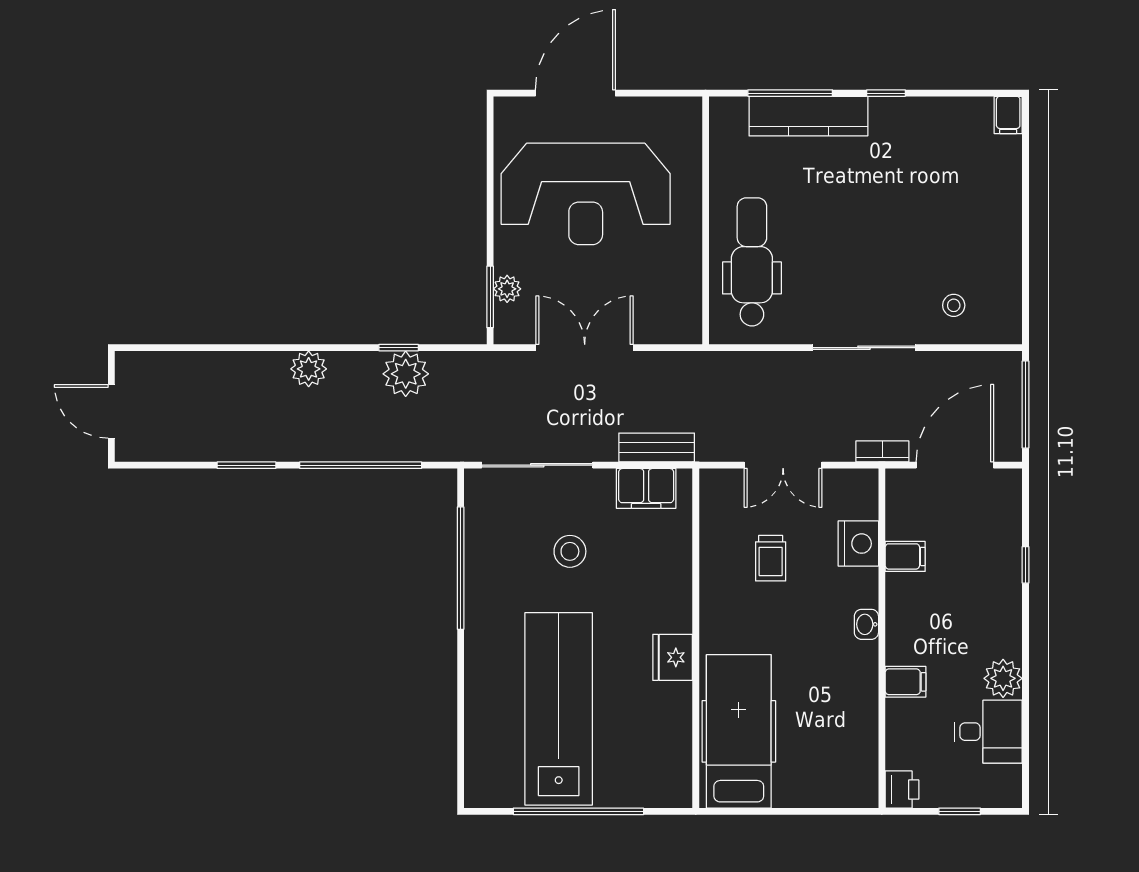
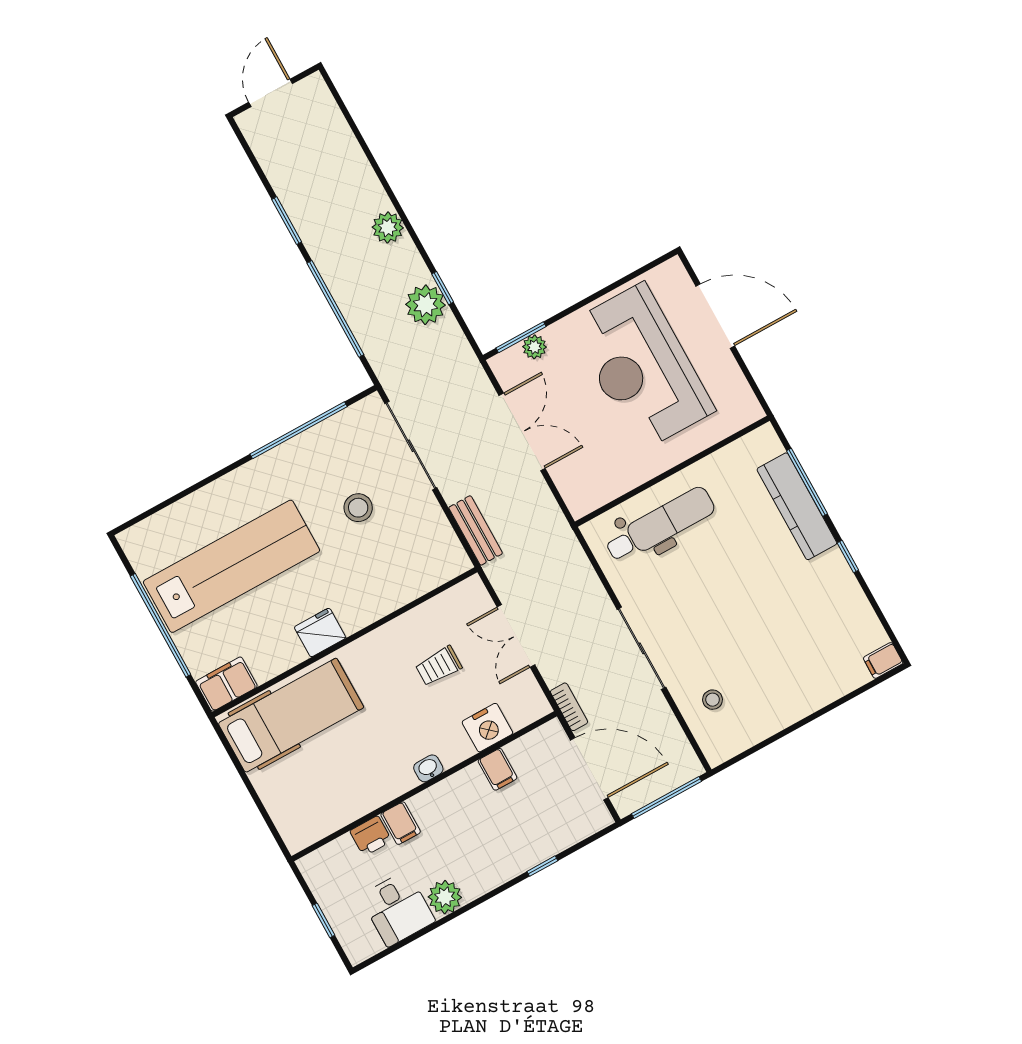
filing cabinet: (646, 488) -> (226, 684), moved, turned 90
printer: (902, 790) -> (371, 836), moved

